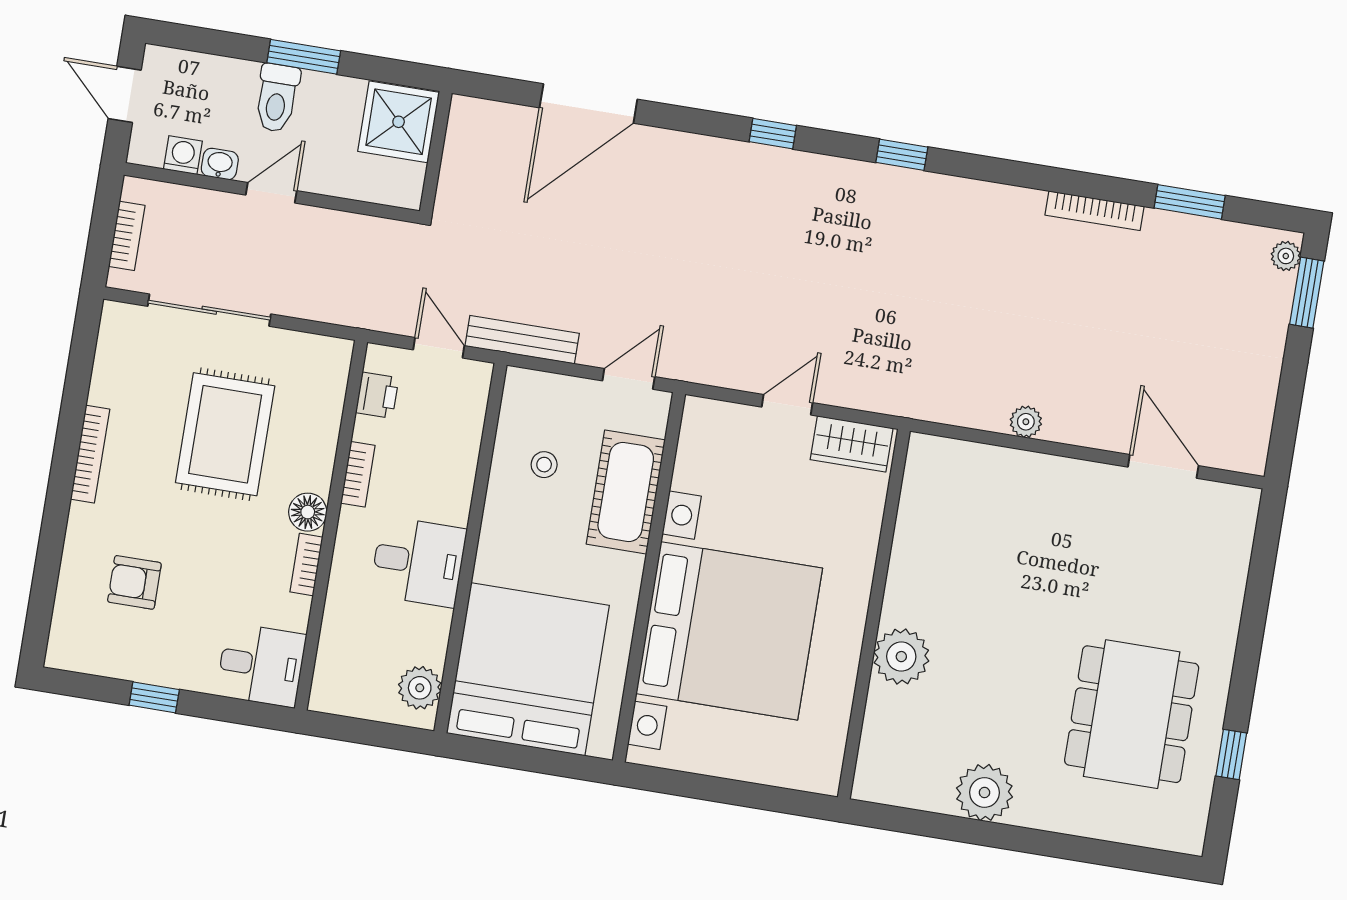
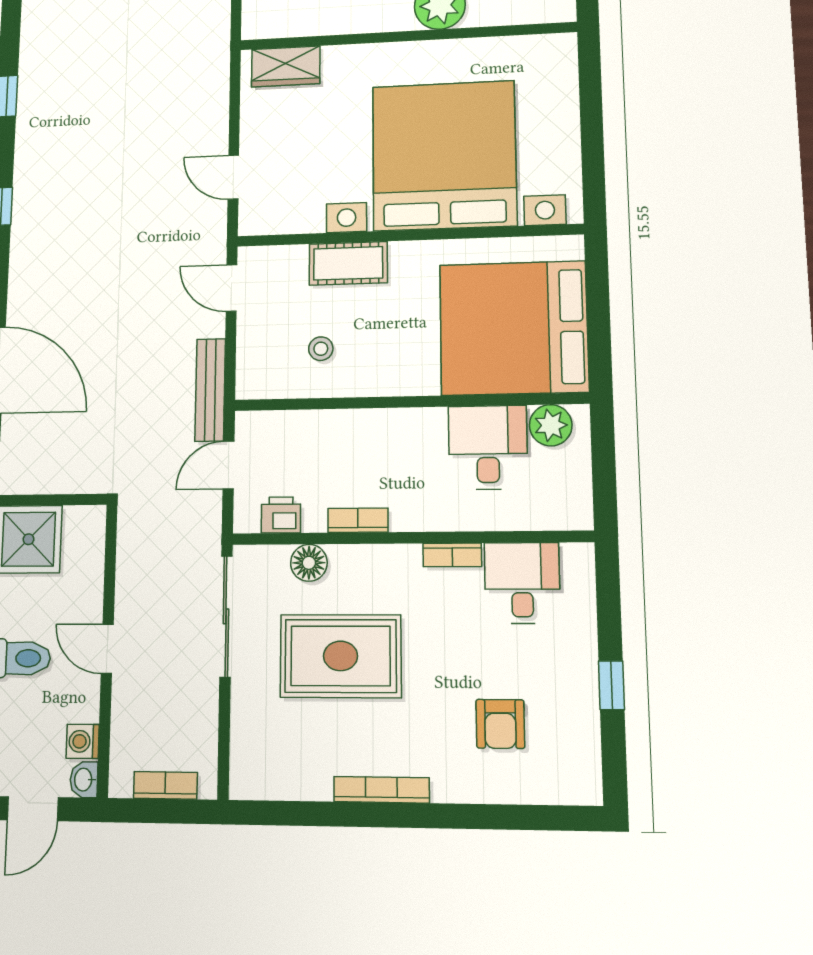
washbasin: (220, 164) -> (84, 780), moved
sliding door: (209, 310) -> (226, 616), moved
door: (787, 405) -> (233, 177), moved
wardrobe: (852, 444) -> (286, 66), moved, turned 90
cot: (626, 492) -> (348, 263), width x0.73, depth x0.75
floor lamp: (308, 512) -> (309, 563), moved
desk: (418, 562) -> (488, 447), moved
desk: (261, 665) -> (522, 583), moved

